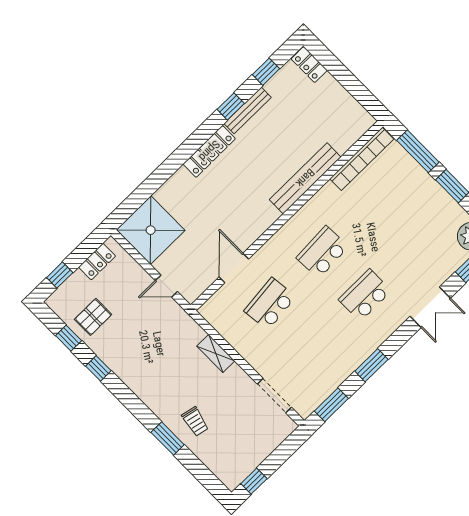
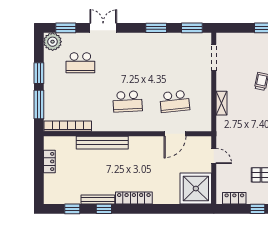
locker: (309, 65) -> (49, 161), moved
school desk: (365, 295) -> (80, 63), moved

